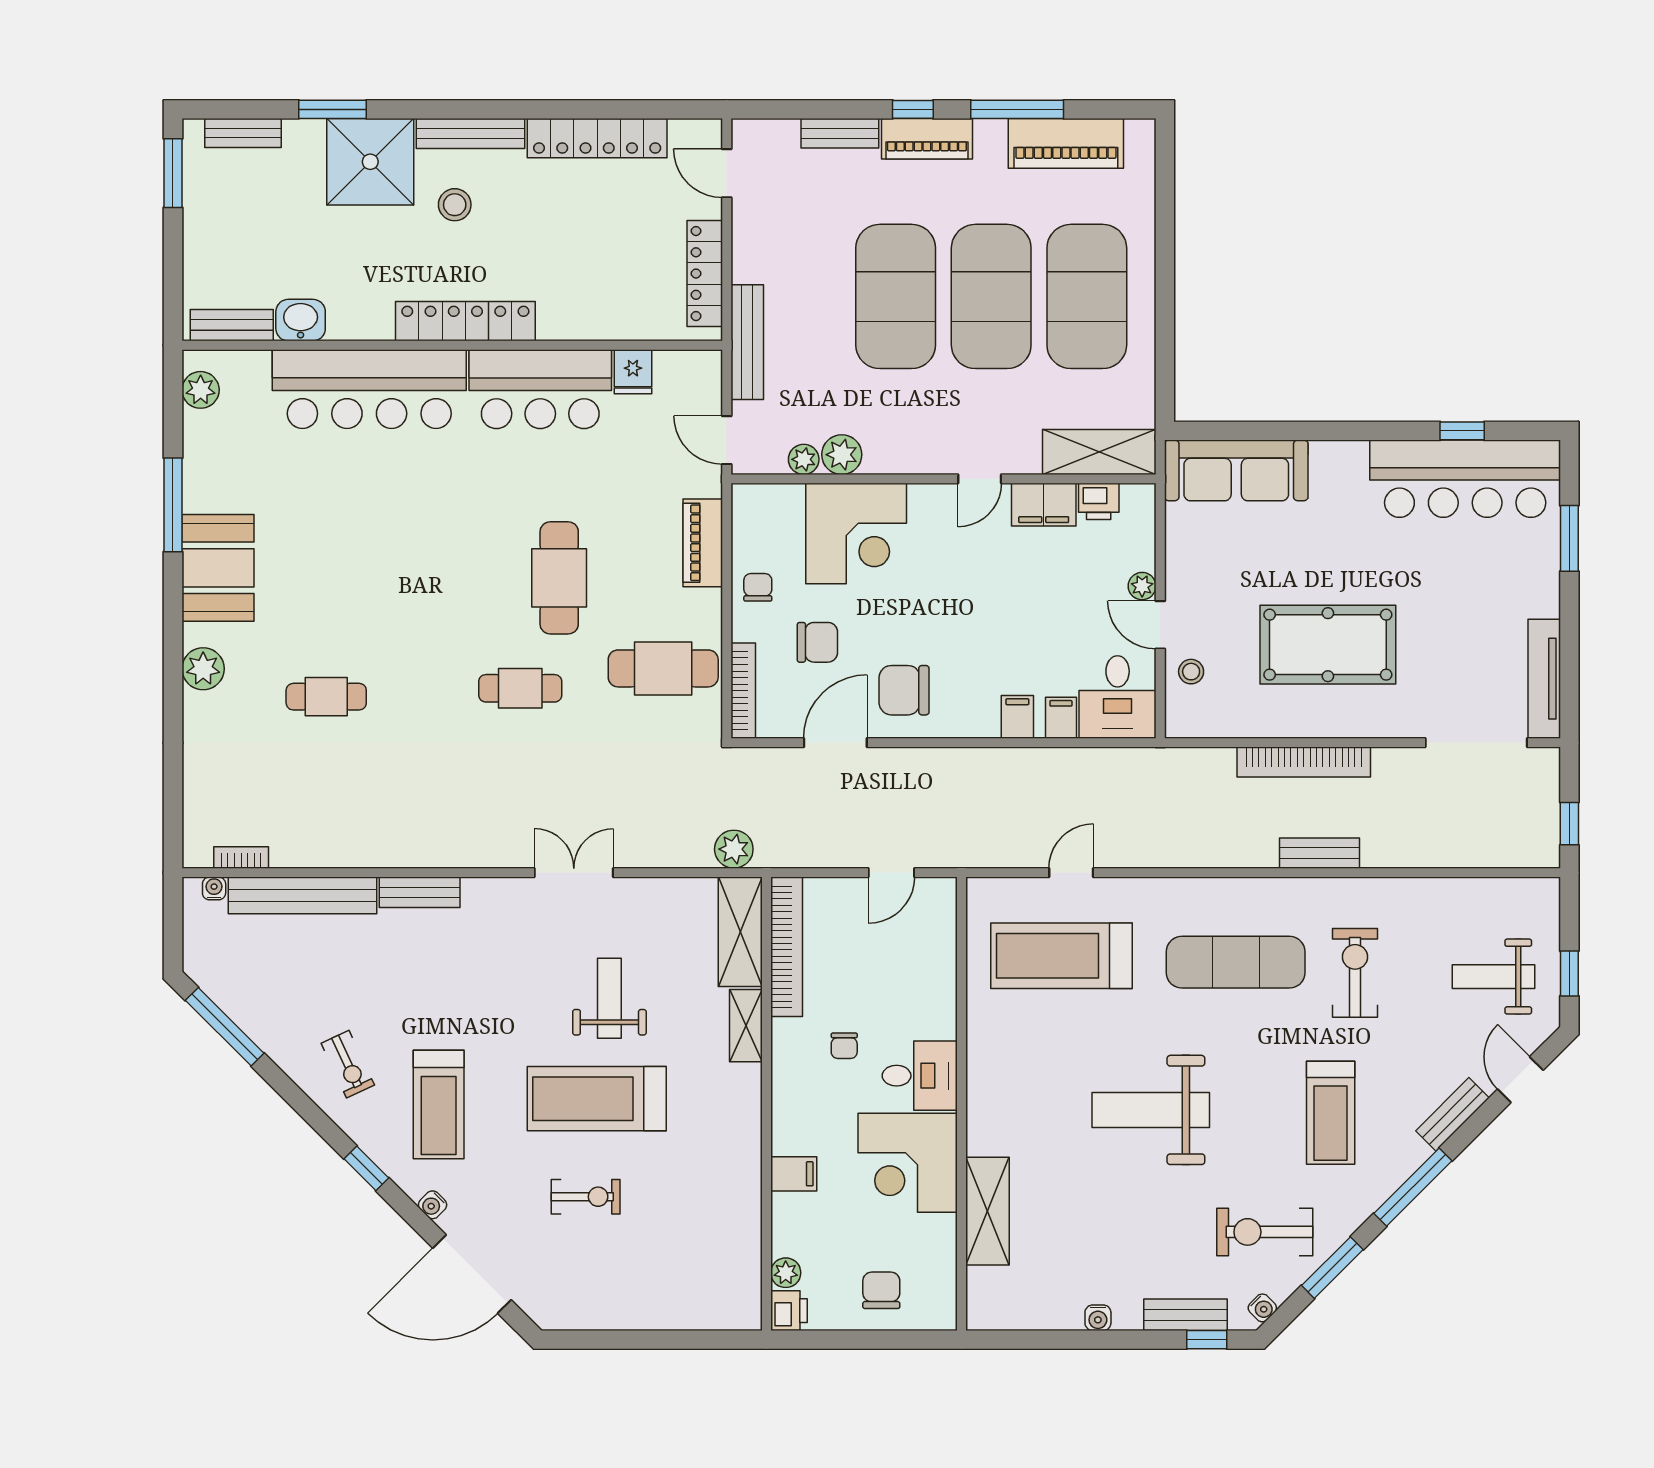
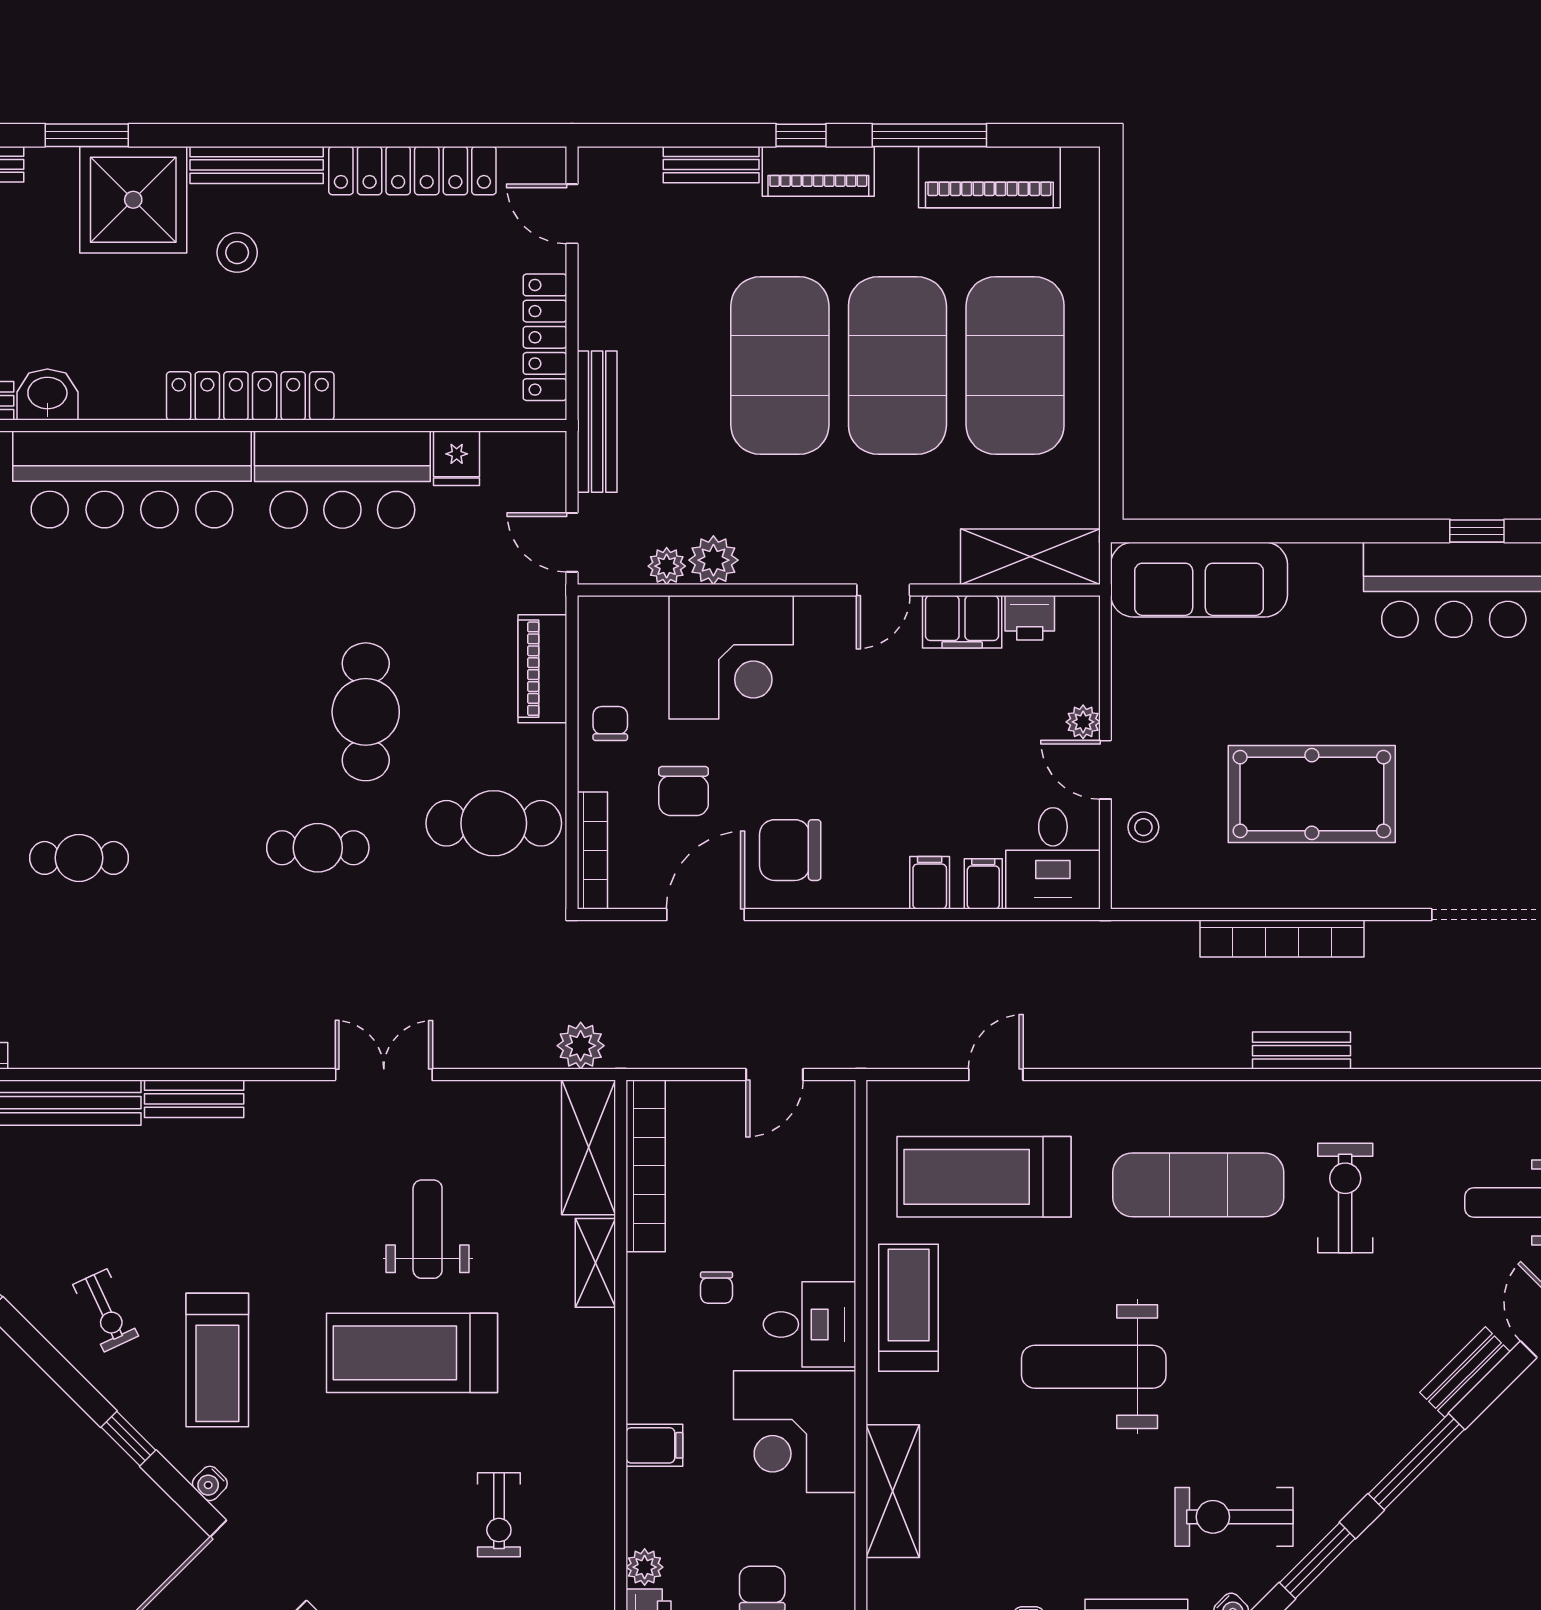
chair: (817, 642) -> (684, 791), turned 90
treadmill: (1331, 1113) -> (909, 1308), moved, turned 180
exercise bike: (586, 1197) -> (499, 1515), moved, turned 90

